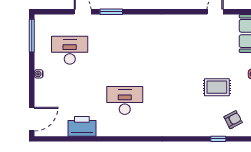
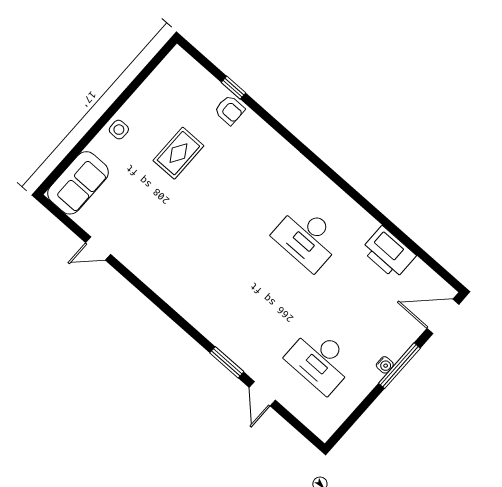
window: (32, 36) -> (399, 366), moved
rug: (217, 87) -> (178, 153), turned 90
armchair: (233, 120) -> (230, 110), moved, turned -152

